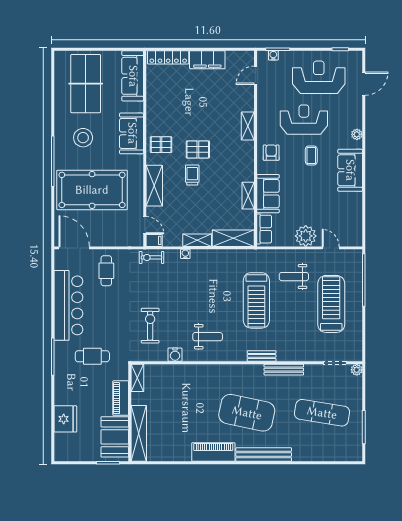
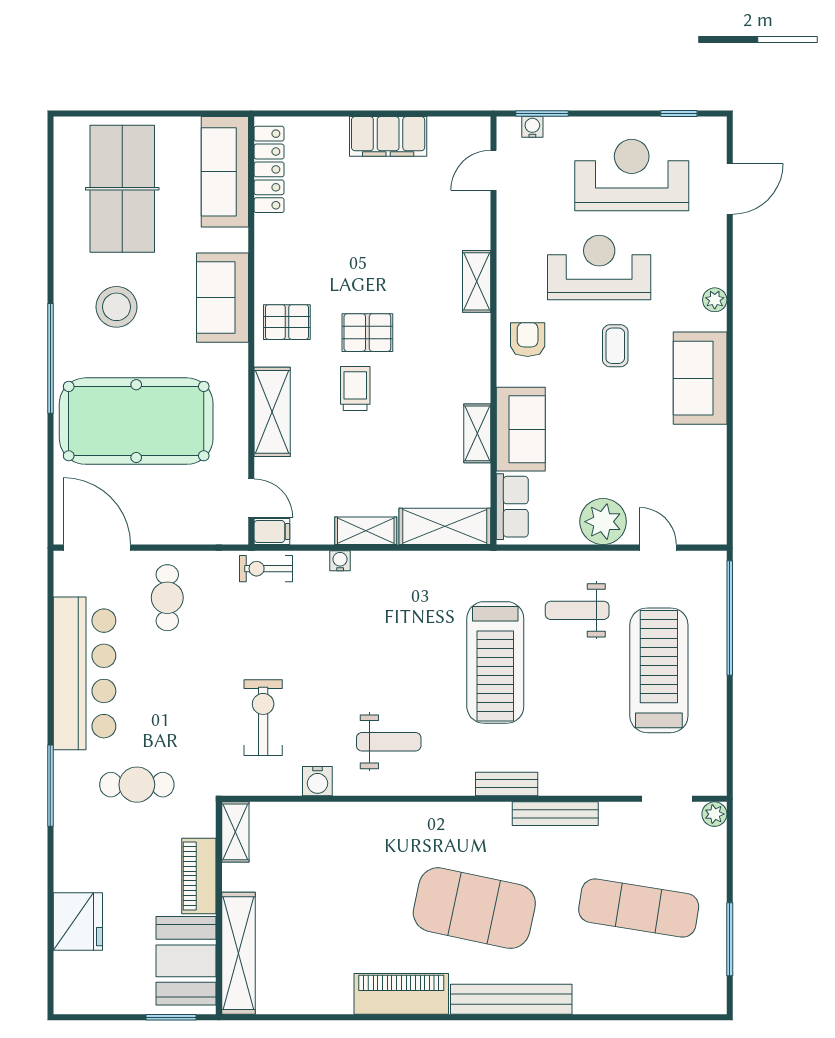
locker: (168, 57) -> (269, 169), moved, turned -90

